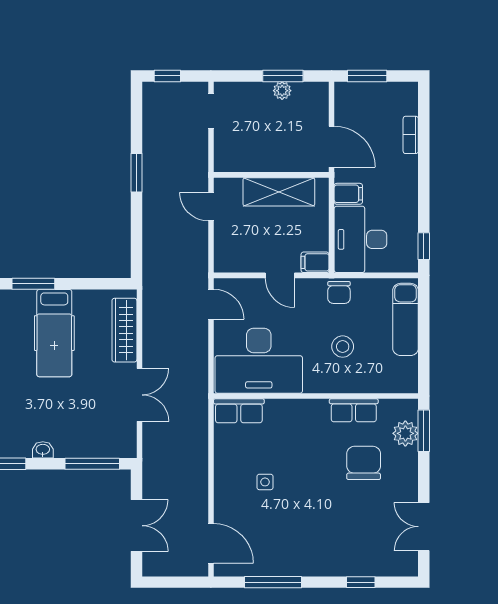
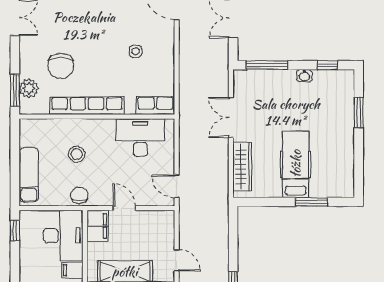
filing cabinet: (315, 262) -> (98, 226), width x2.00
desk: (259, 361) -> (140, 138), width x0.73, depth x0.77
row of seats: (354, 410) -> (87, 106), width x2.02

